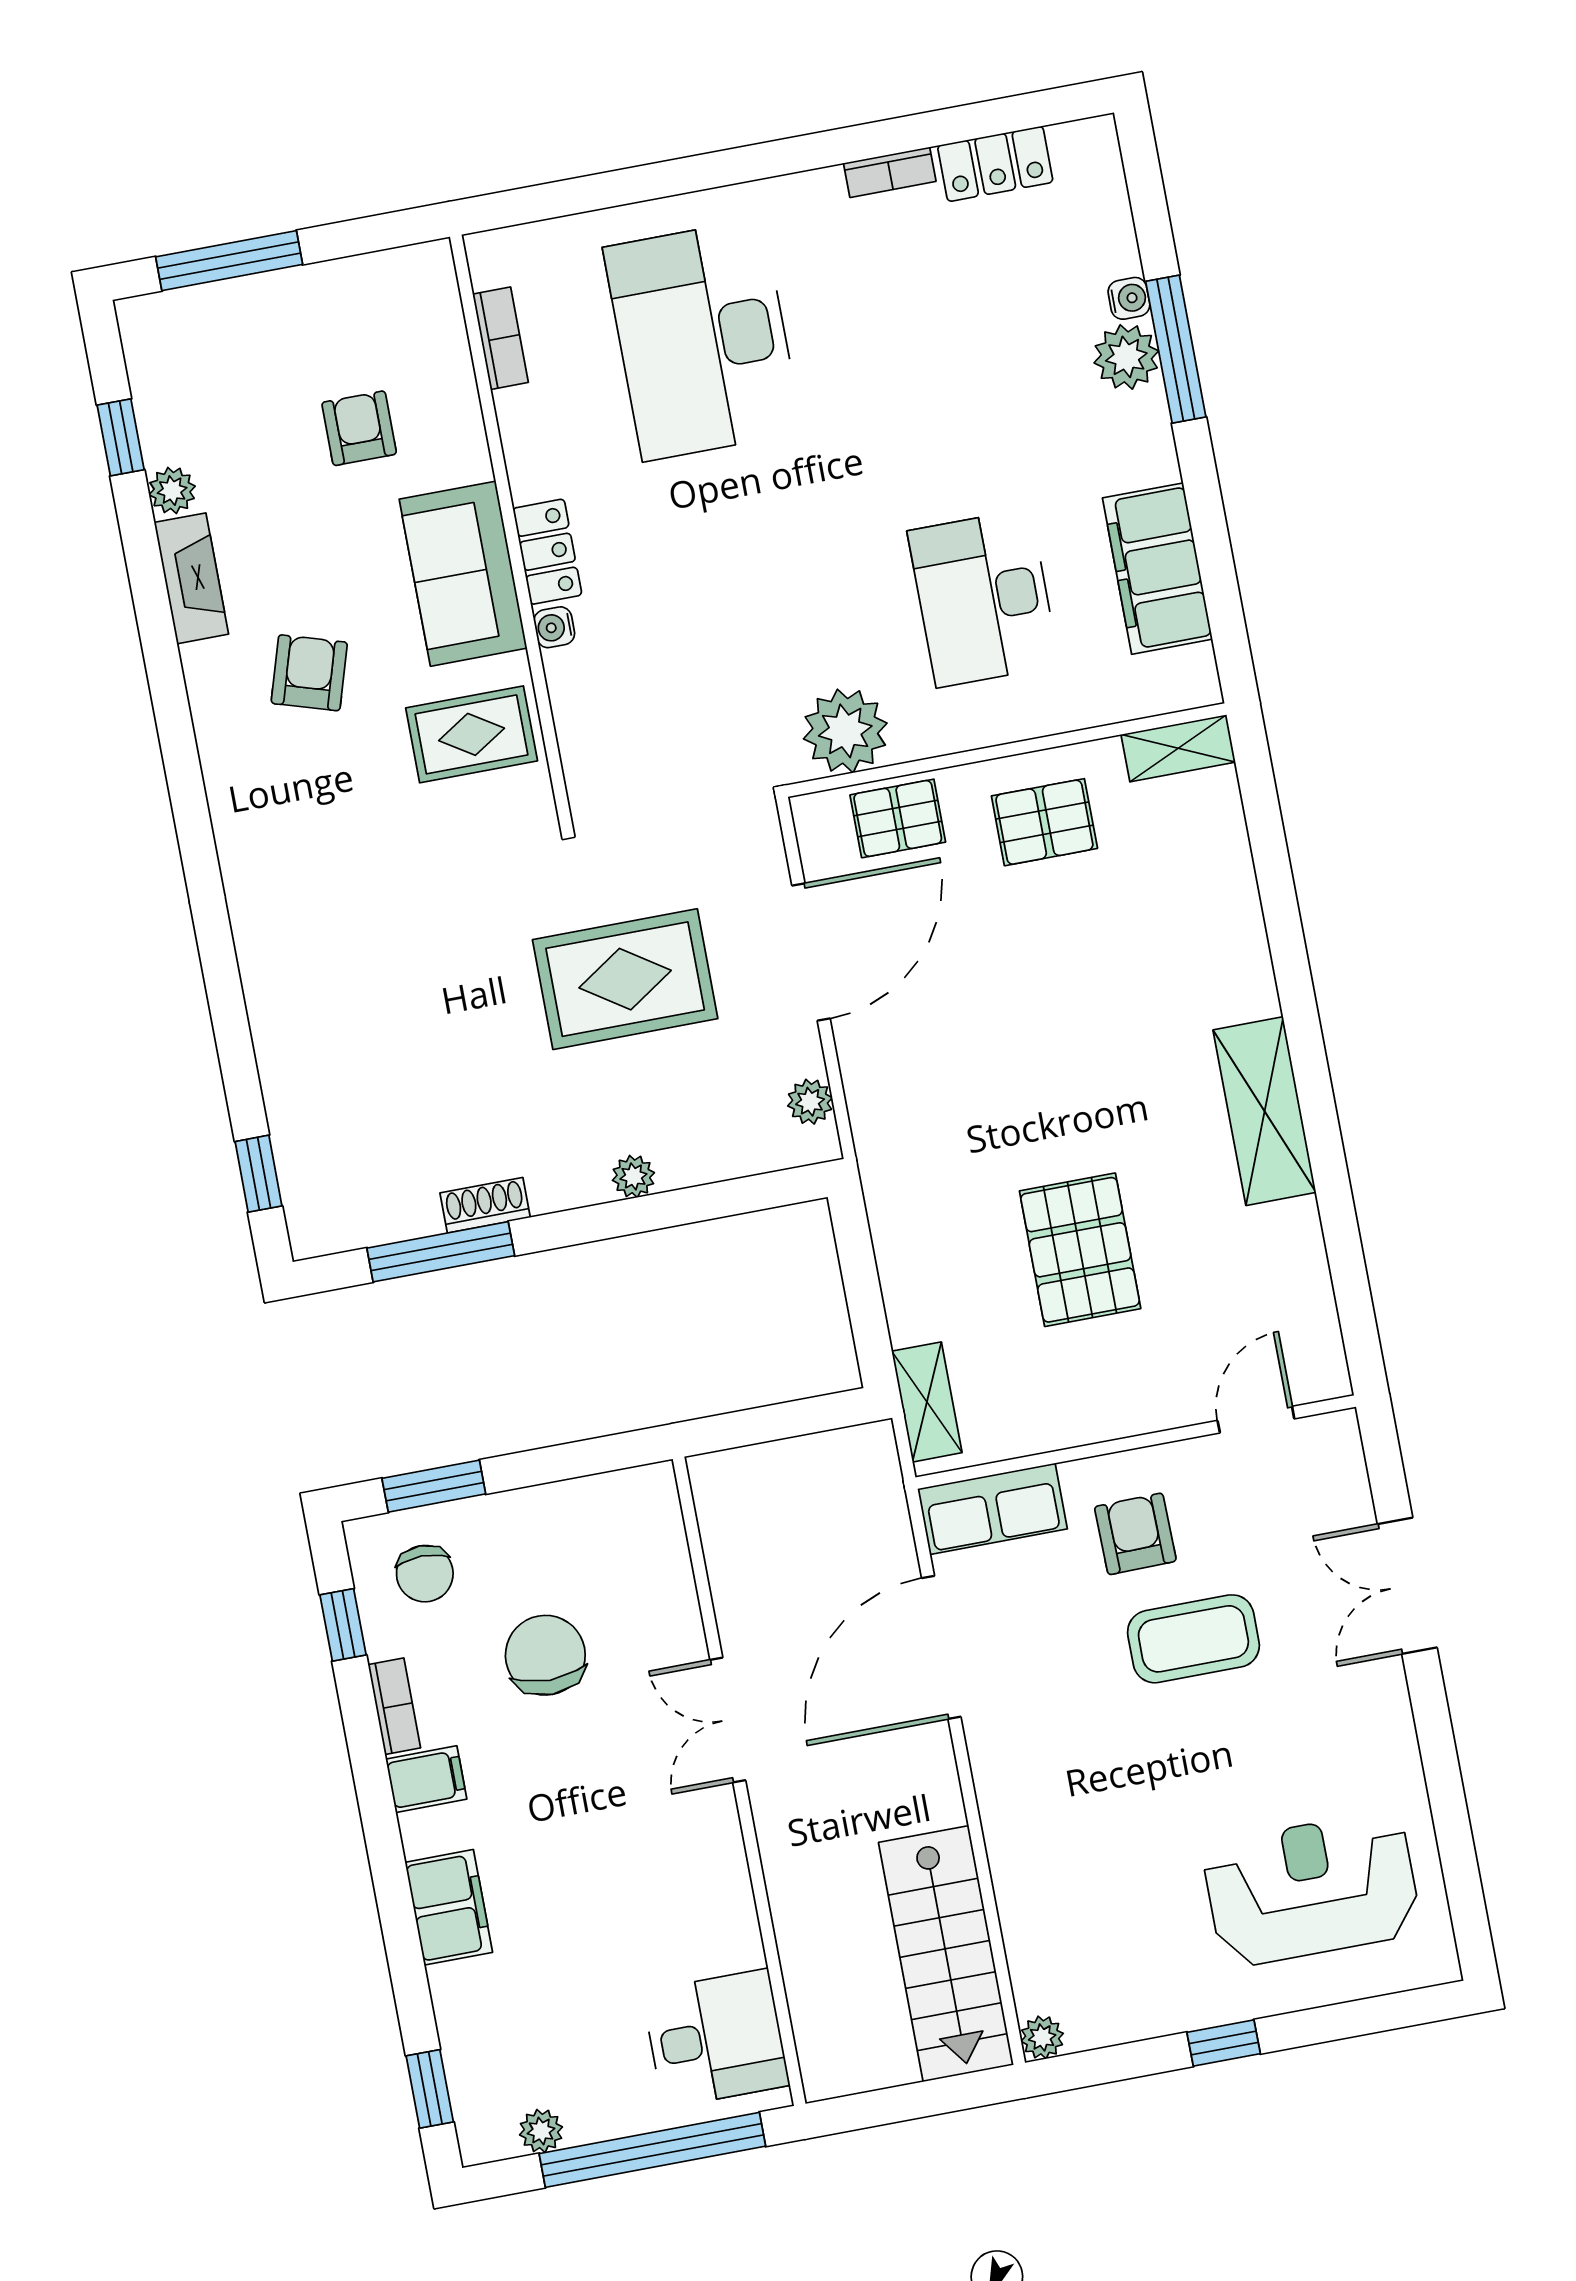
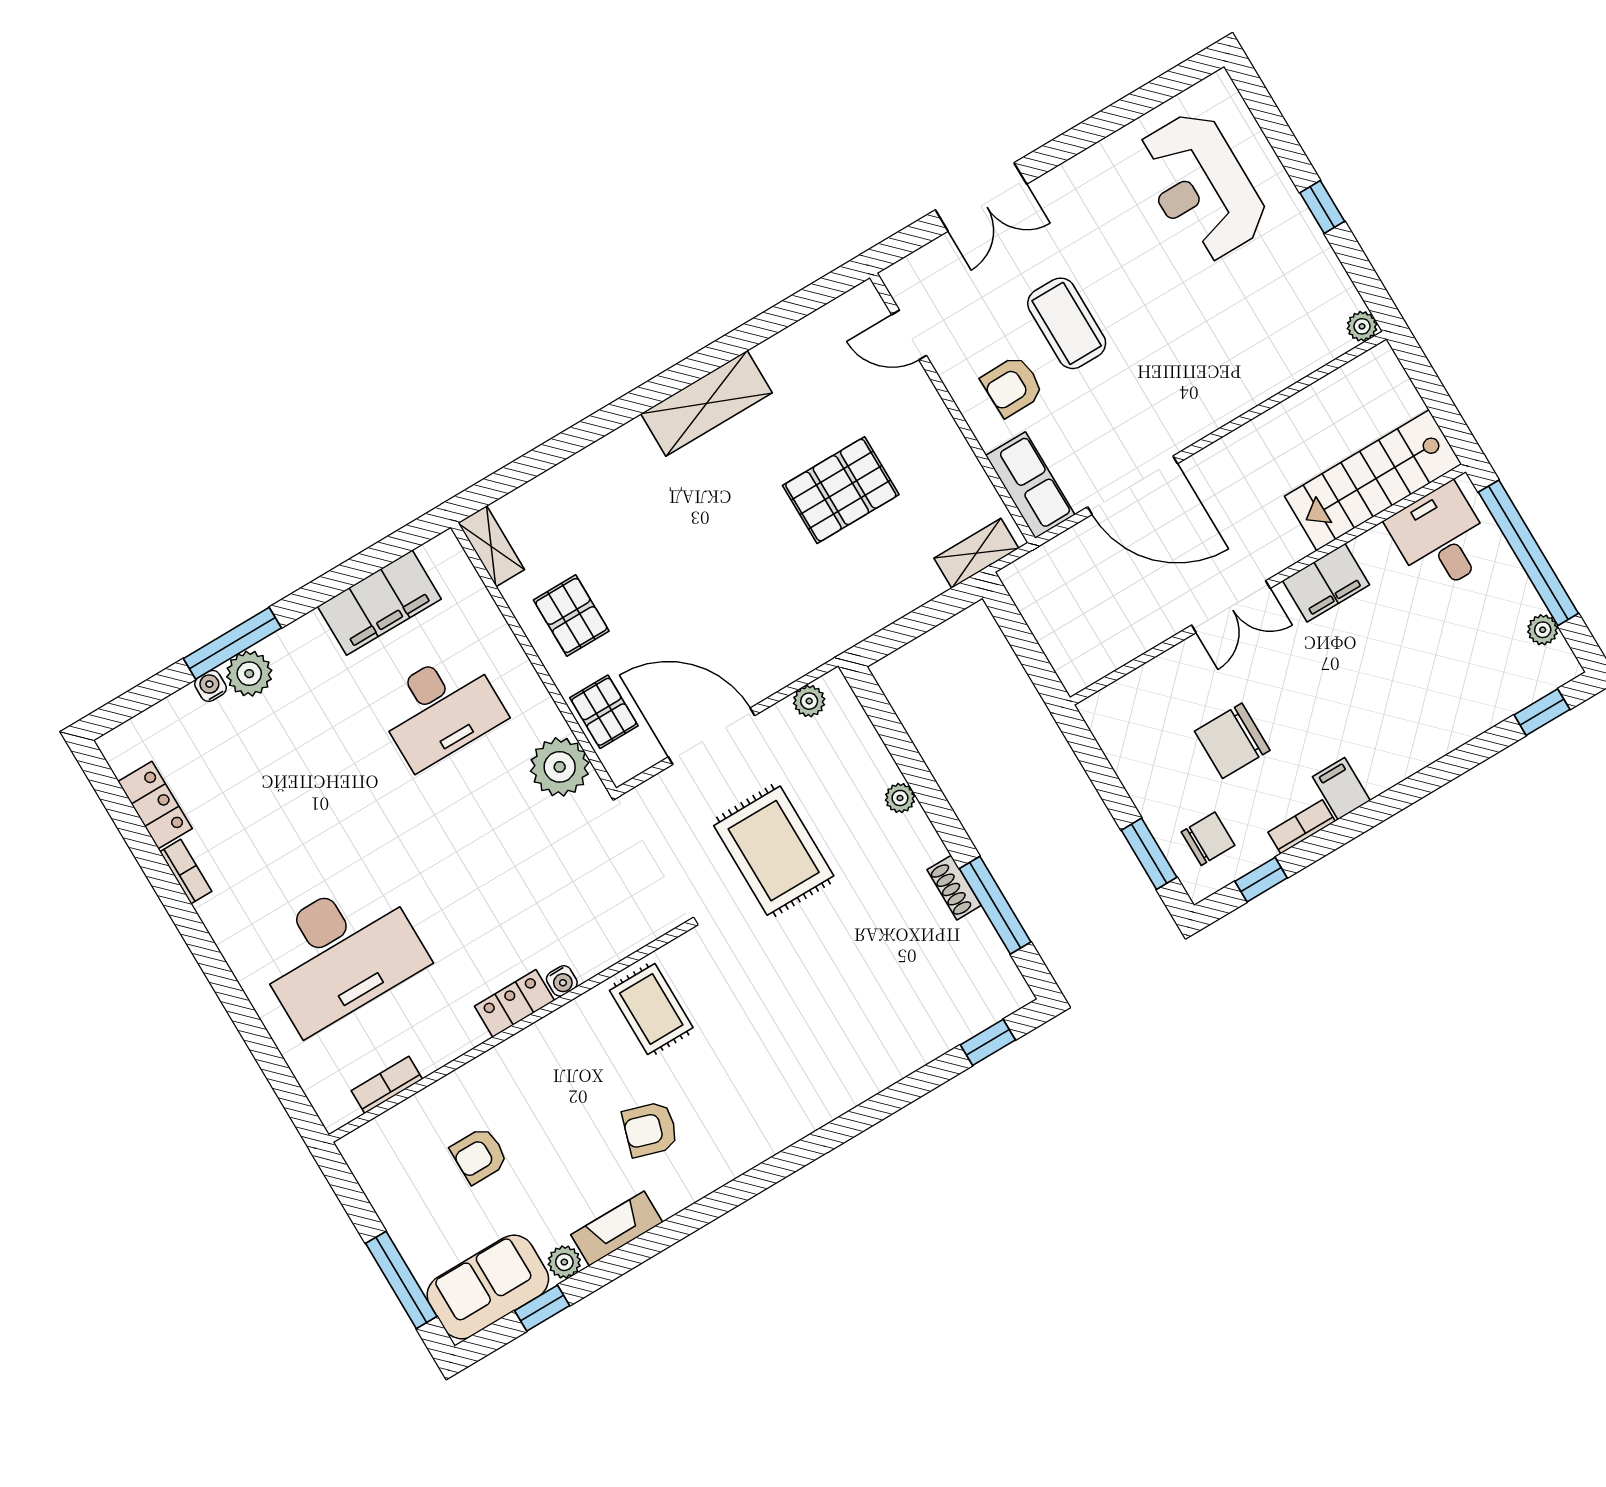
sofa: (463, 574) -> (488, 1287), moved, turned 180
filing cabinet: (449, 1907) -> (1326, 583), moved, turned 180
stairs: (946, 1954) -> (1373, 480), moved, turned 180

